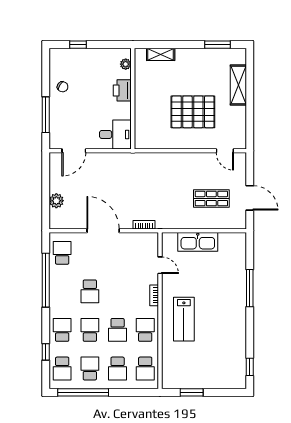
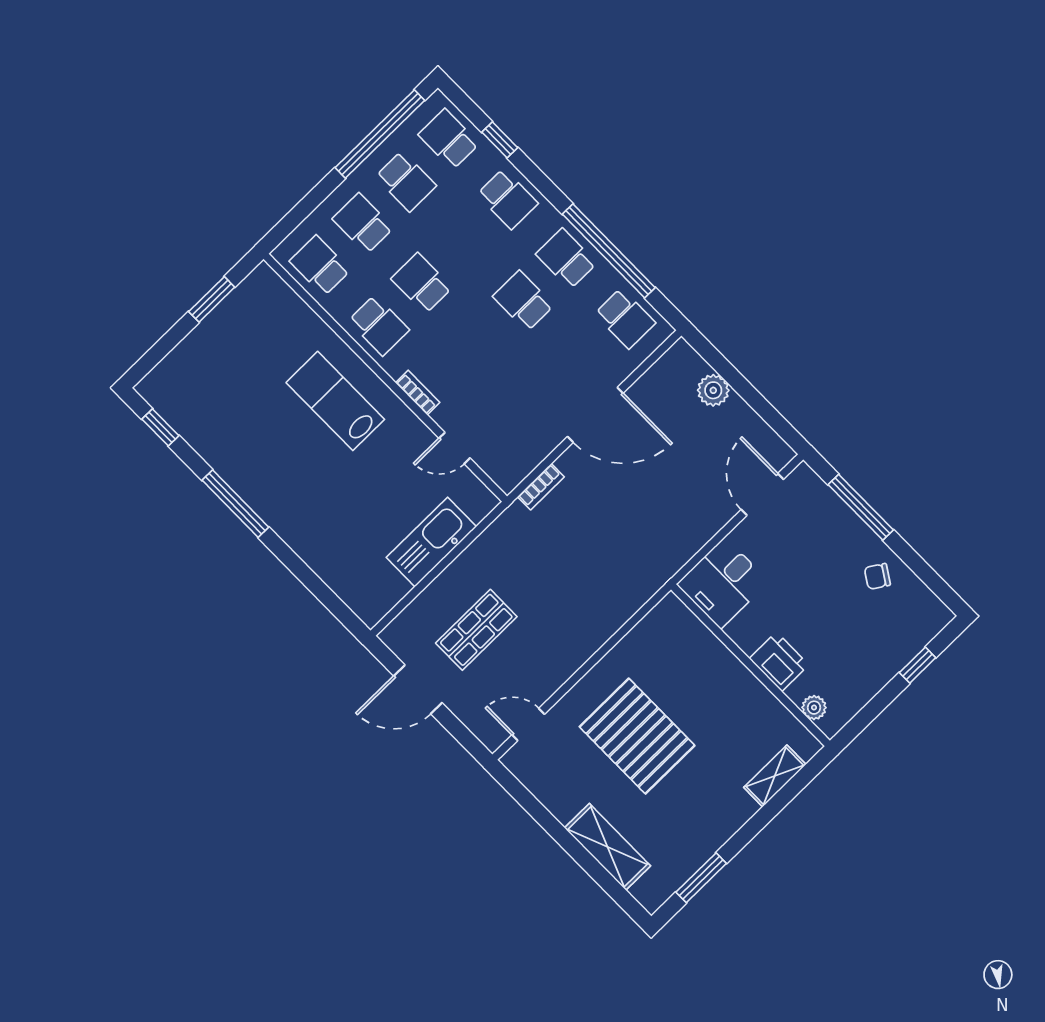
pallet: (193, 112) -> (637, 736), turned 90
window: (250, 288) -> (235, 504), moved
school desk: (90, 330) -> (566, 259), moved, turned 180

